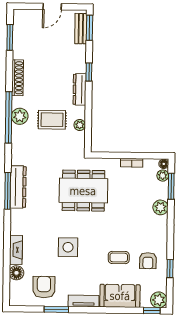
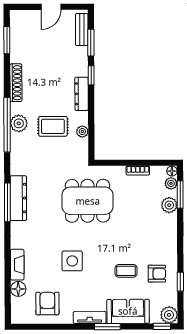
window: (89, 28) -> (91, 43), moved
plant: (160, 207) -> (169, 205), moved
armchair: (148, 261) -> (157, 274), turned -90
window: (56, 309) -> (107, 327), moved

